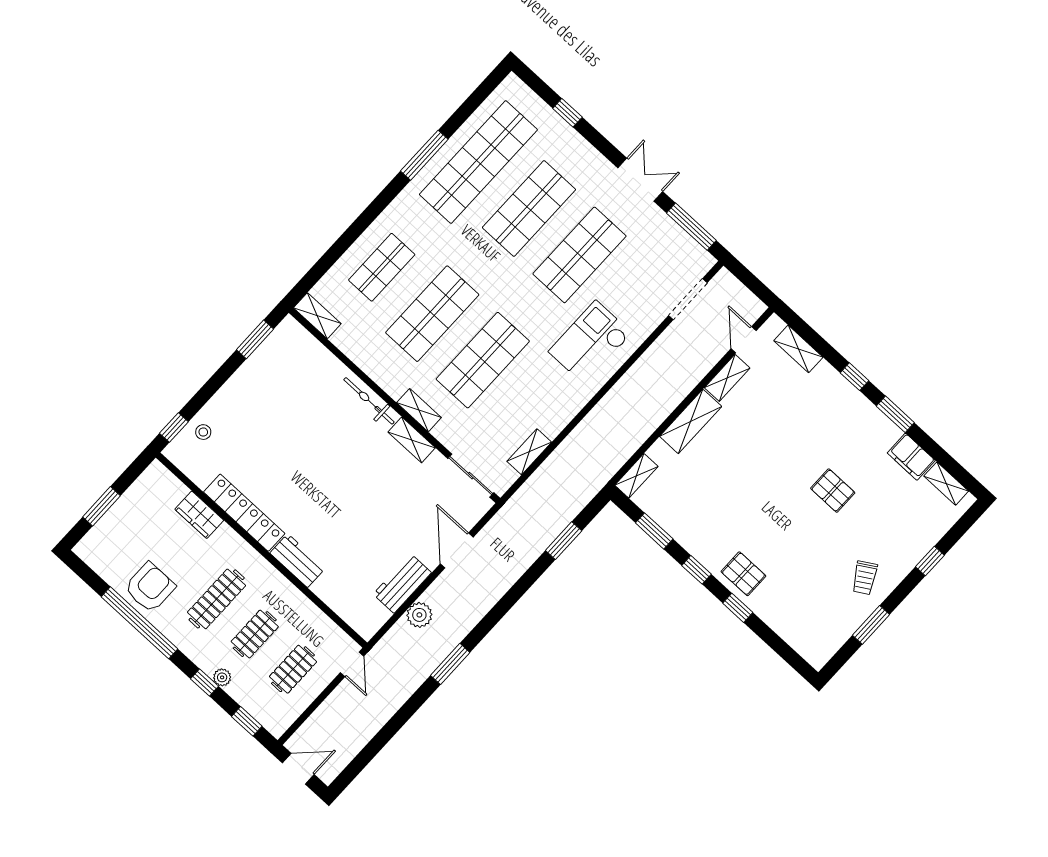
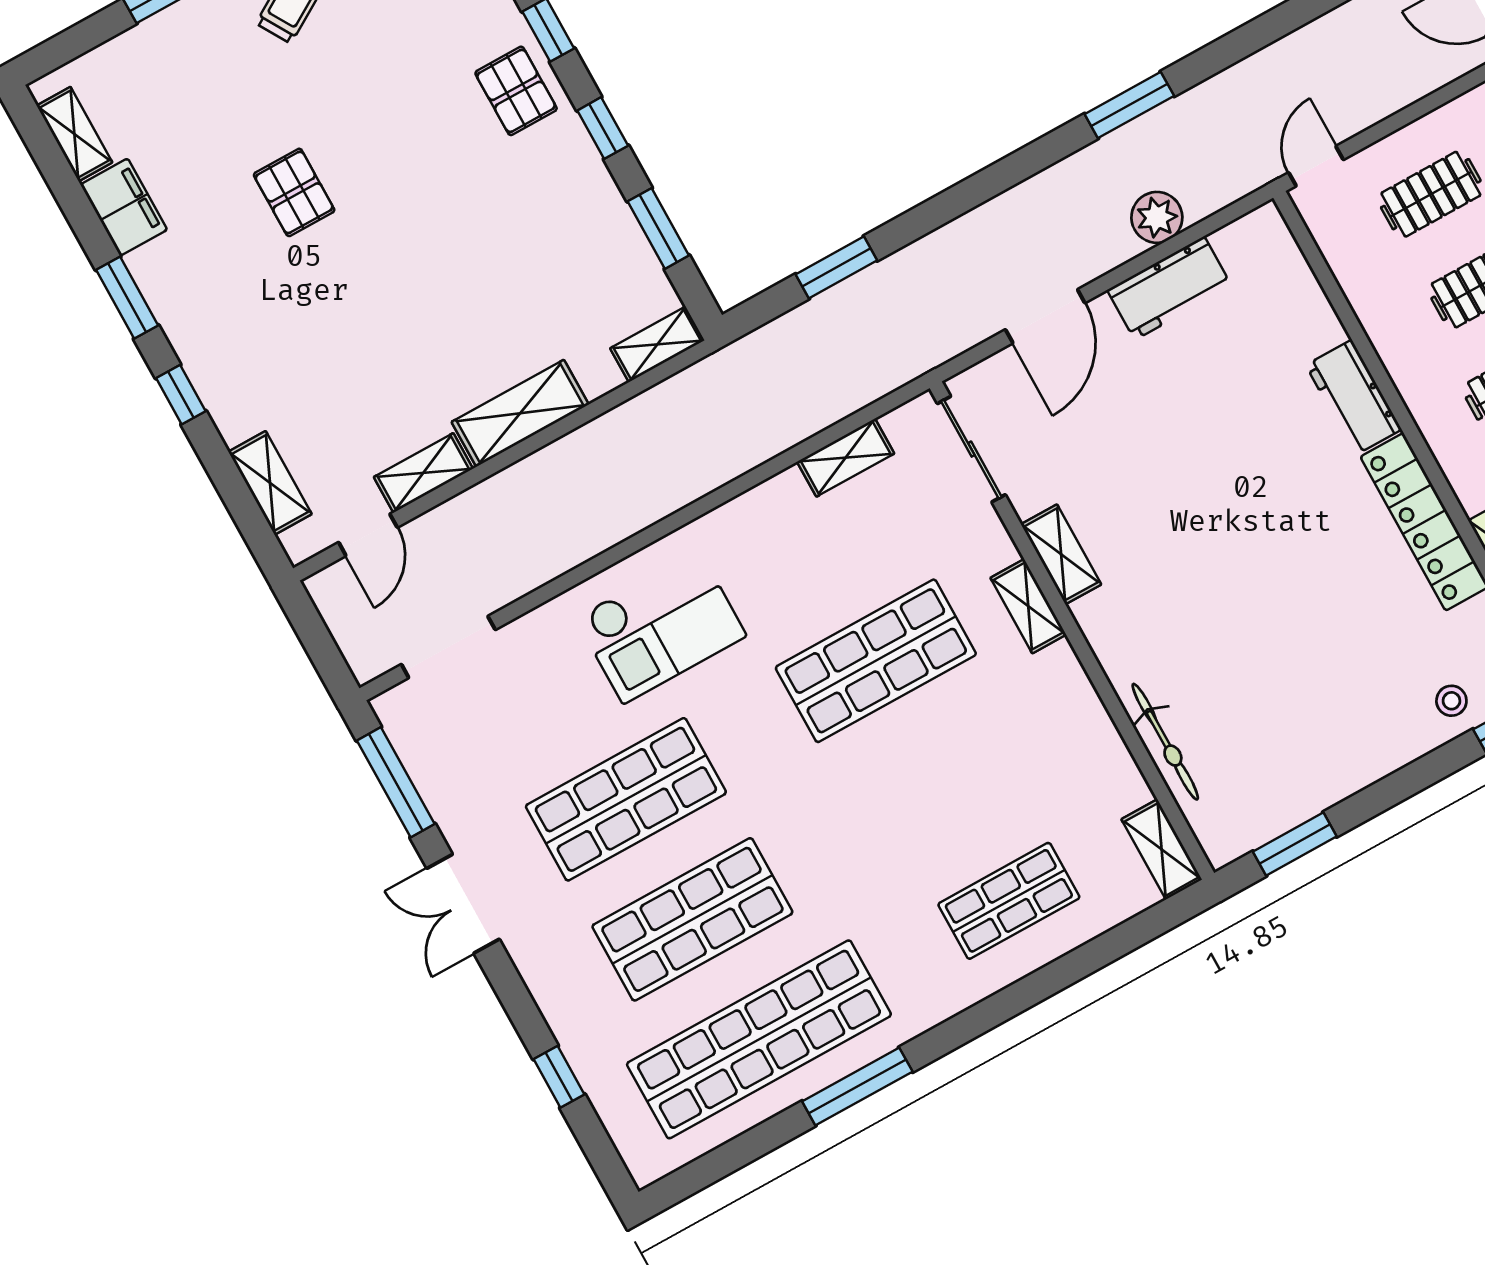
shop shelf: (432, 314) -> (942, 781), removed
bicycle: (369, 401) -> (1165, 742), moved

